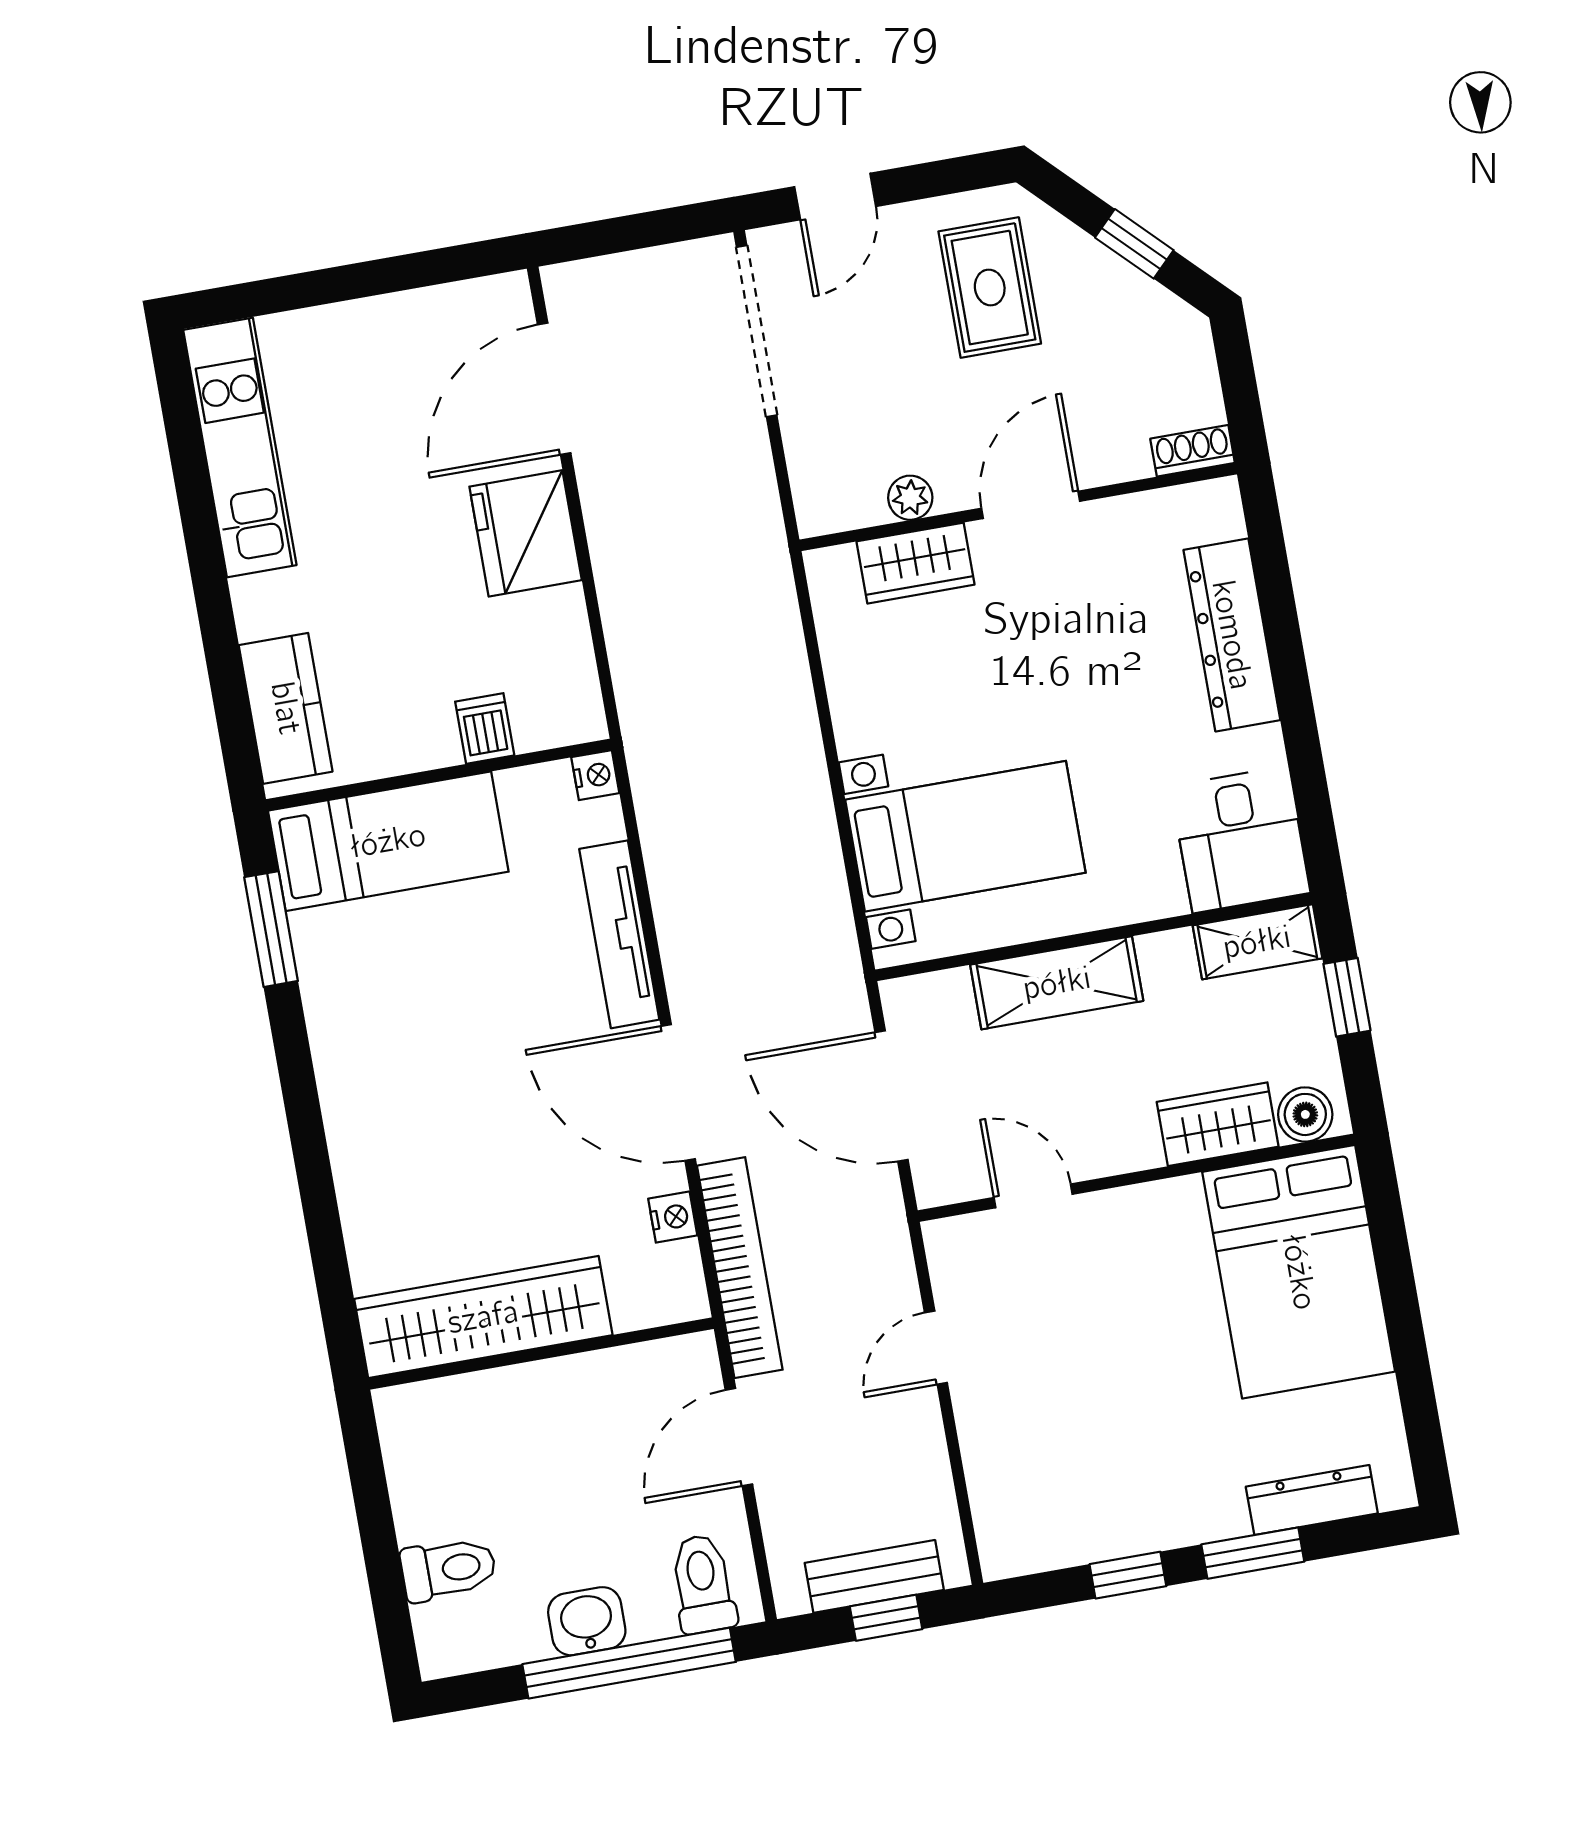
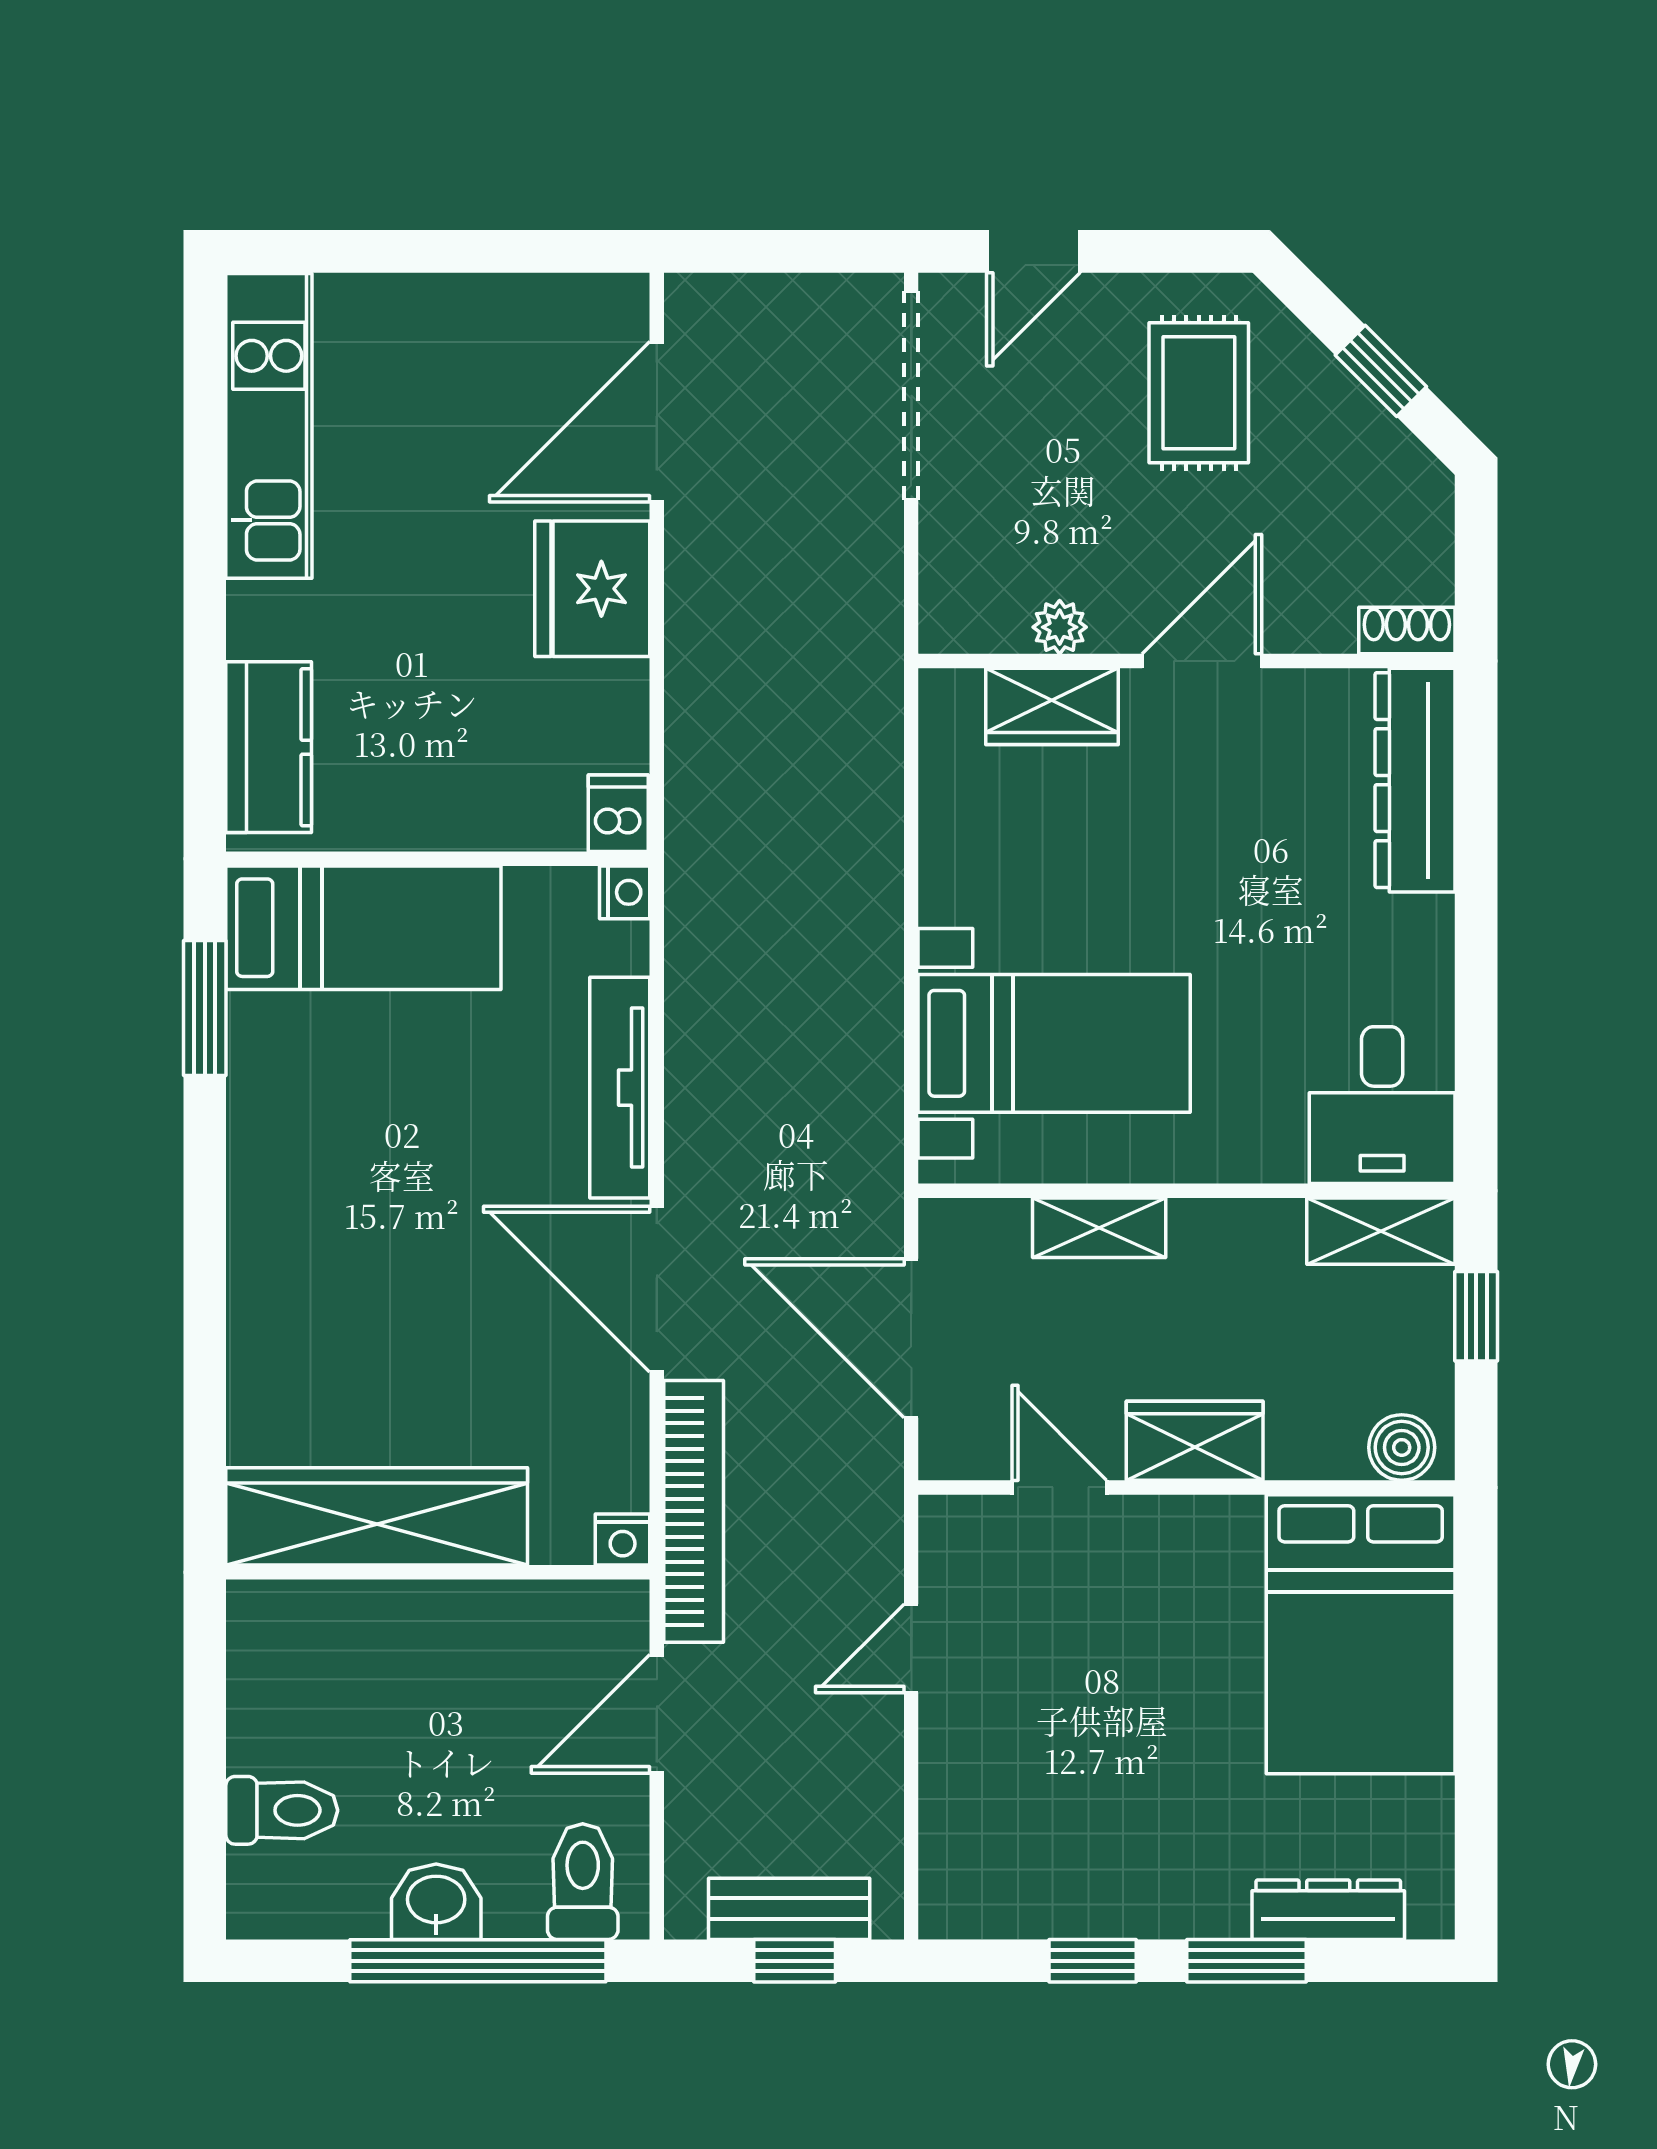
dresser: (1232, 635) -> (1415, 780), moved
dishwasher: (485, 728) -> (618, 813), moved
shelving: (1057, 983) -> (1099, 1228), width x0.67, depth x0.75
wardrobe: (1218, 1124) -> (1195, 1441), moved
nightstand: (673, 1217) -> (623, 1540), moved, turned 90

